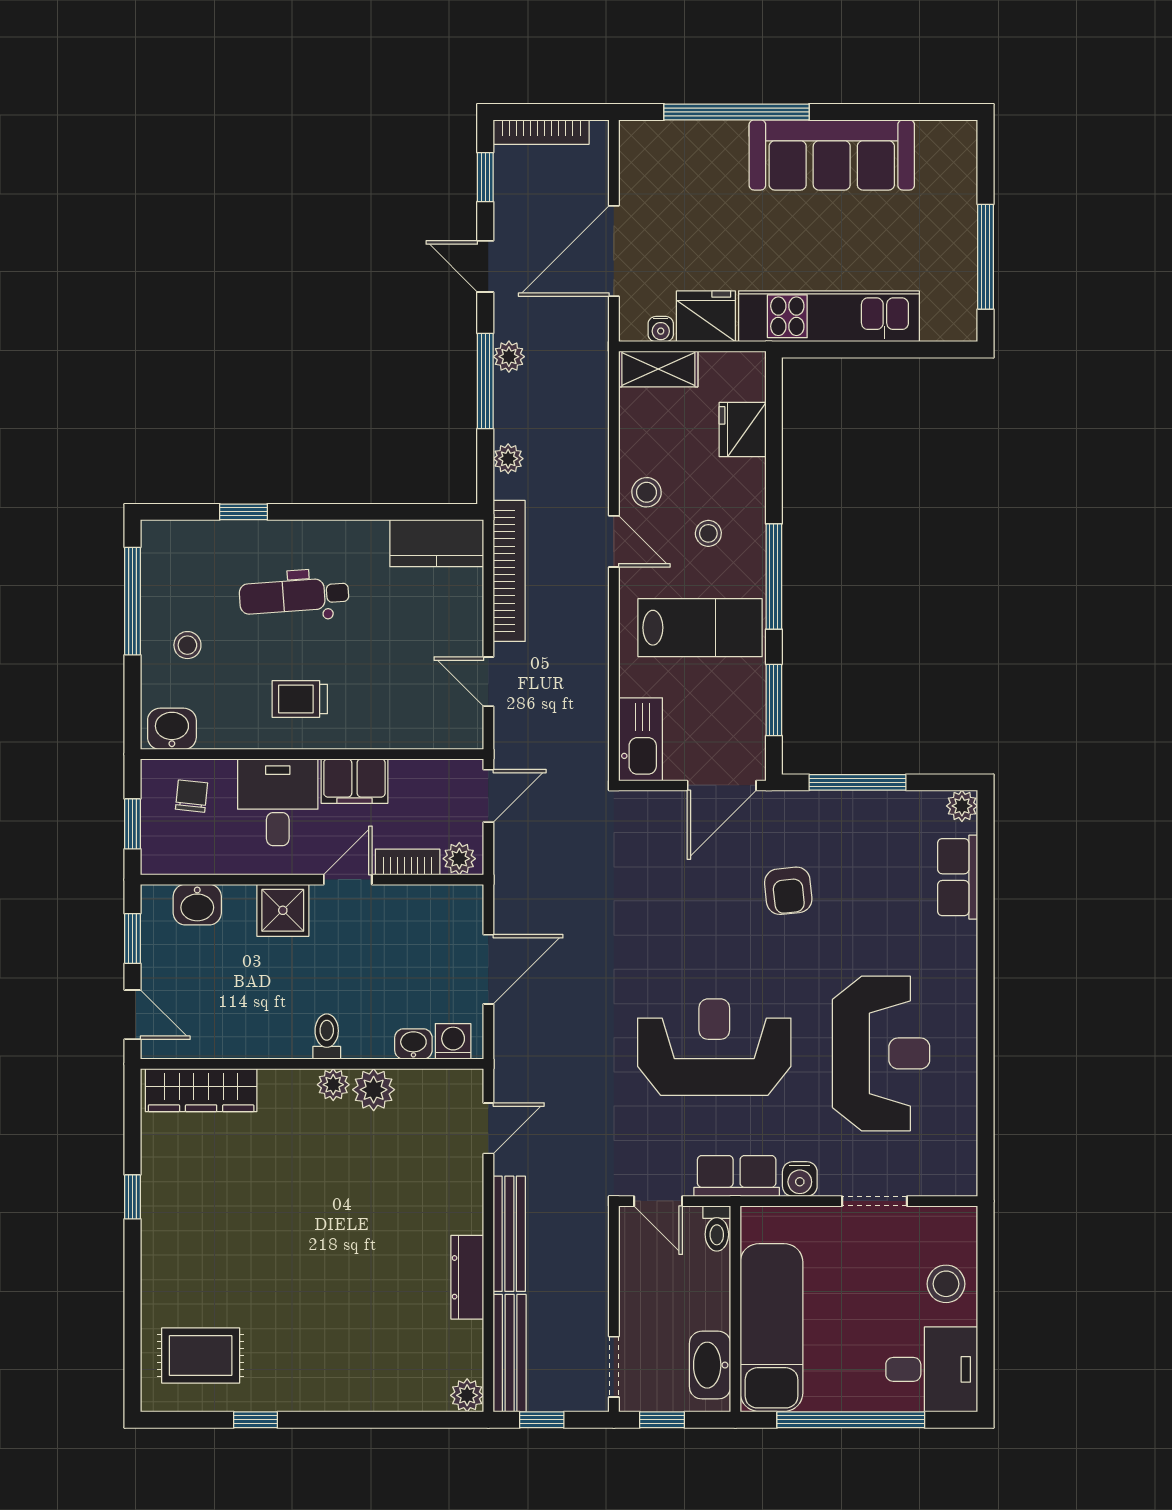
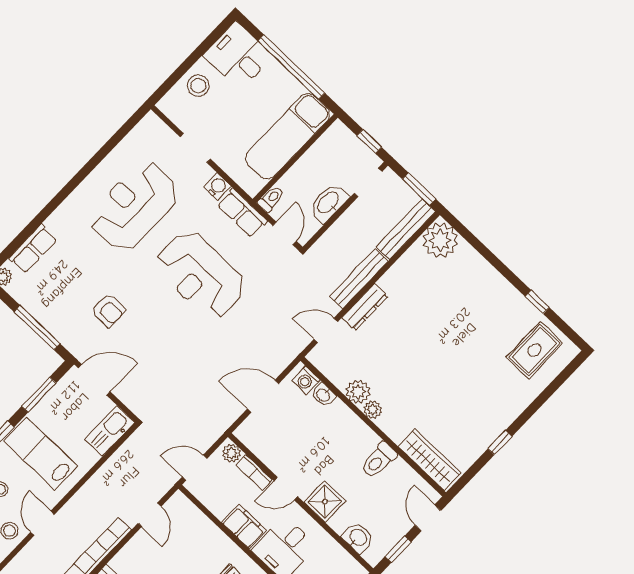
armchair: (788, 891) -> (108, 310), turned 96
toilet: (327, 1037) -> (379, 460), moved, width x1.37, depth x1.39
dresser: (467, 1277) -> (365, 307), moved
rug: (201, 1355) -> (534, 350), turned 90
washbasin: (710, 1365) -> (328, 203), moved, turned 180
plant: (467, 1395) -> (440, 240), width x1.88, depth x1.88
window: (542, 1420) -> (419, 189), width x1.50

